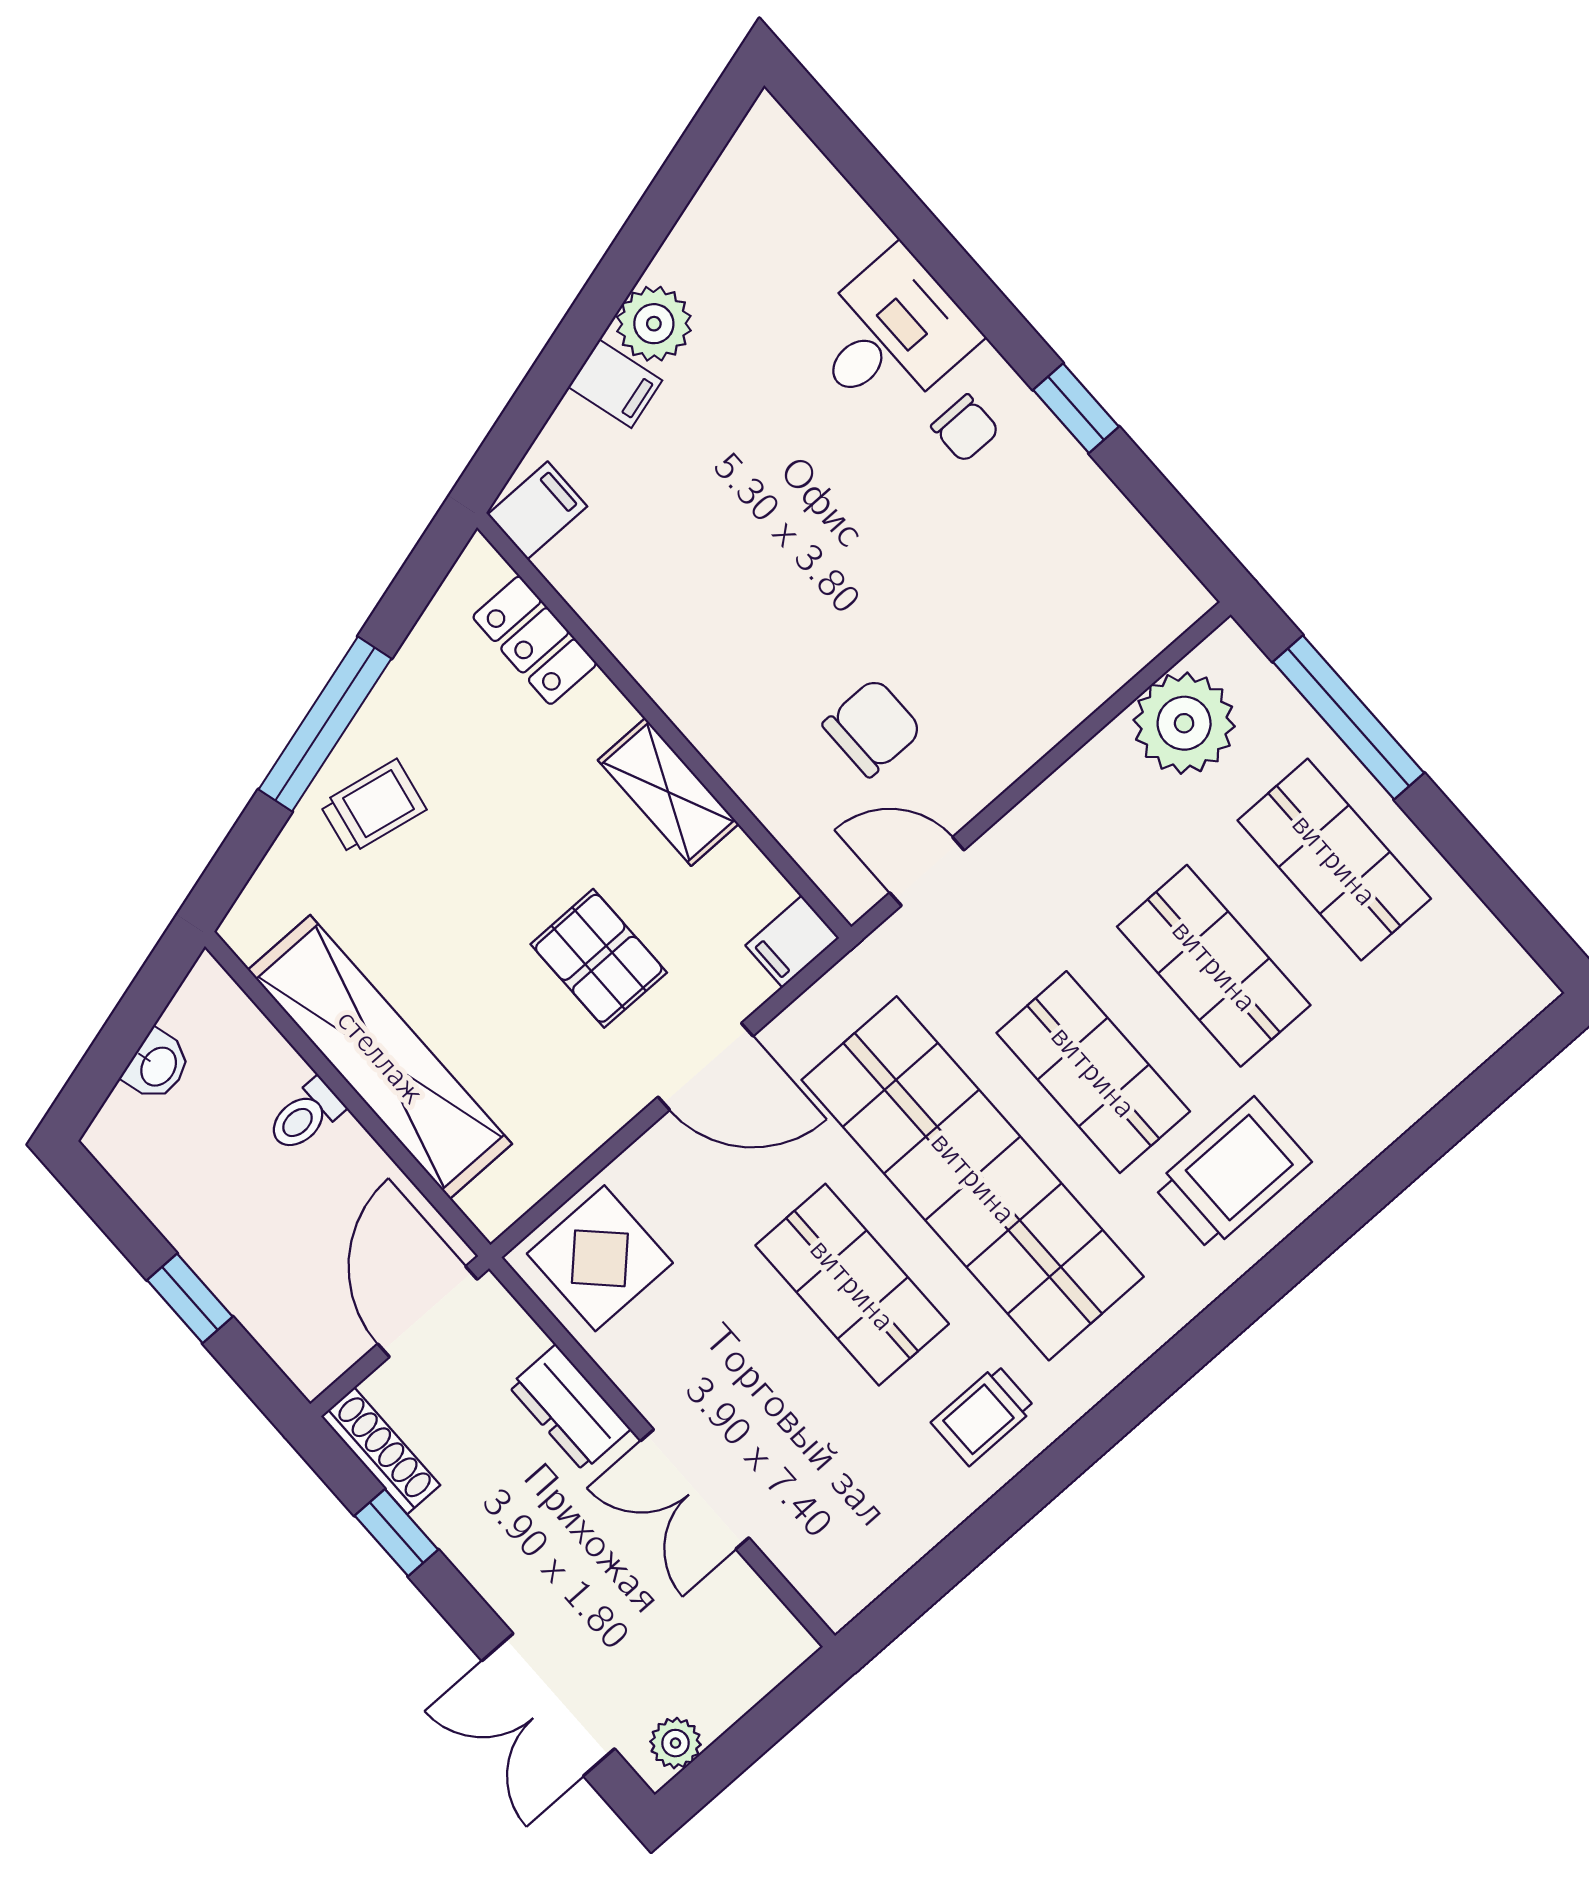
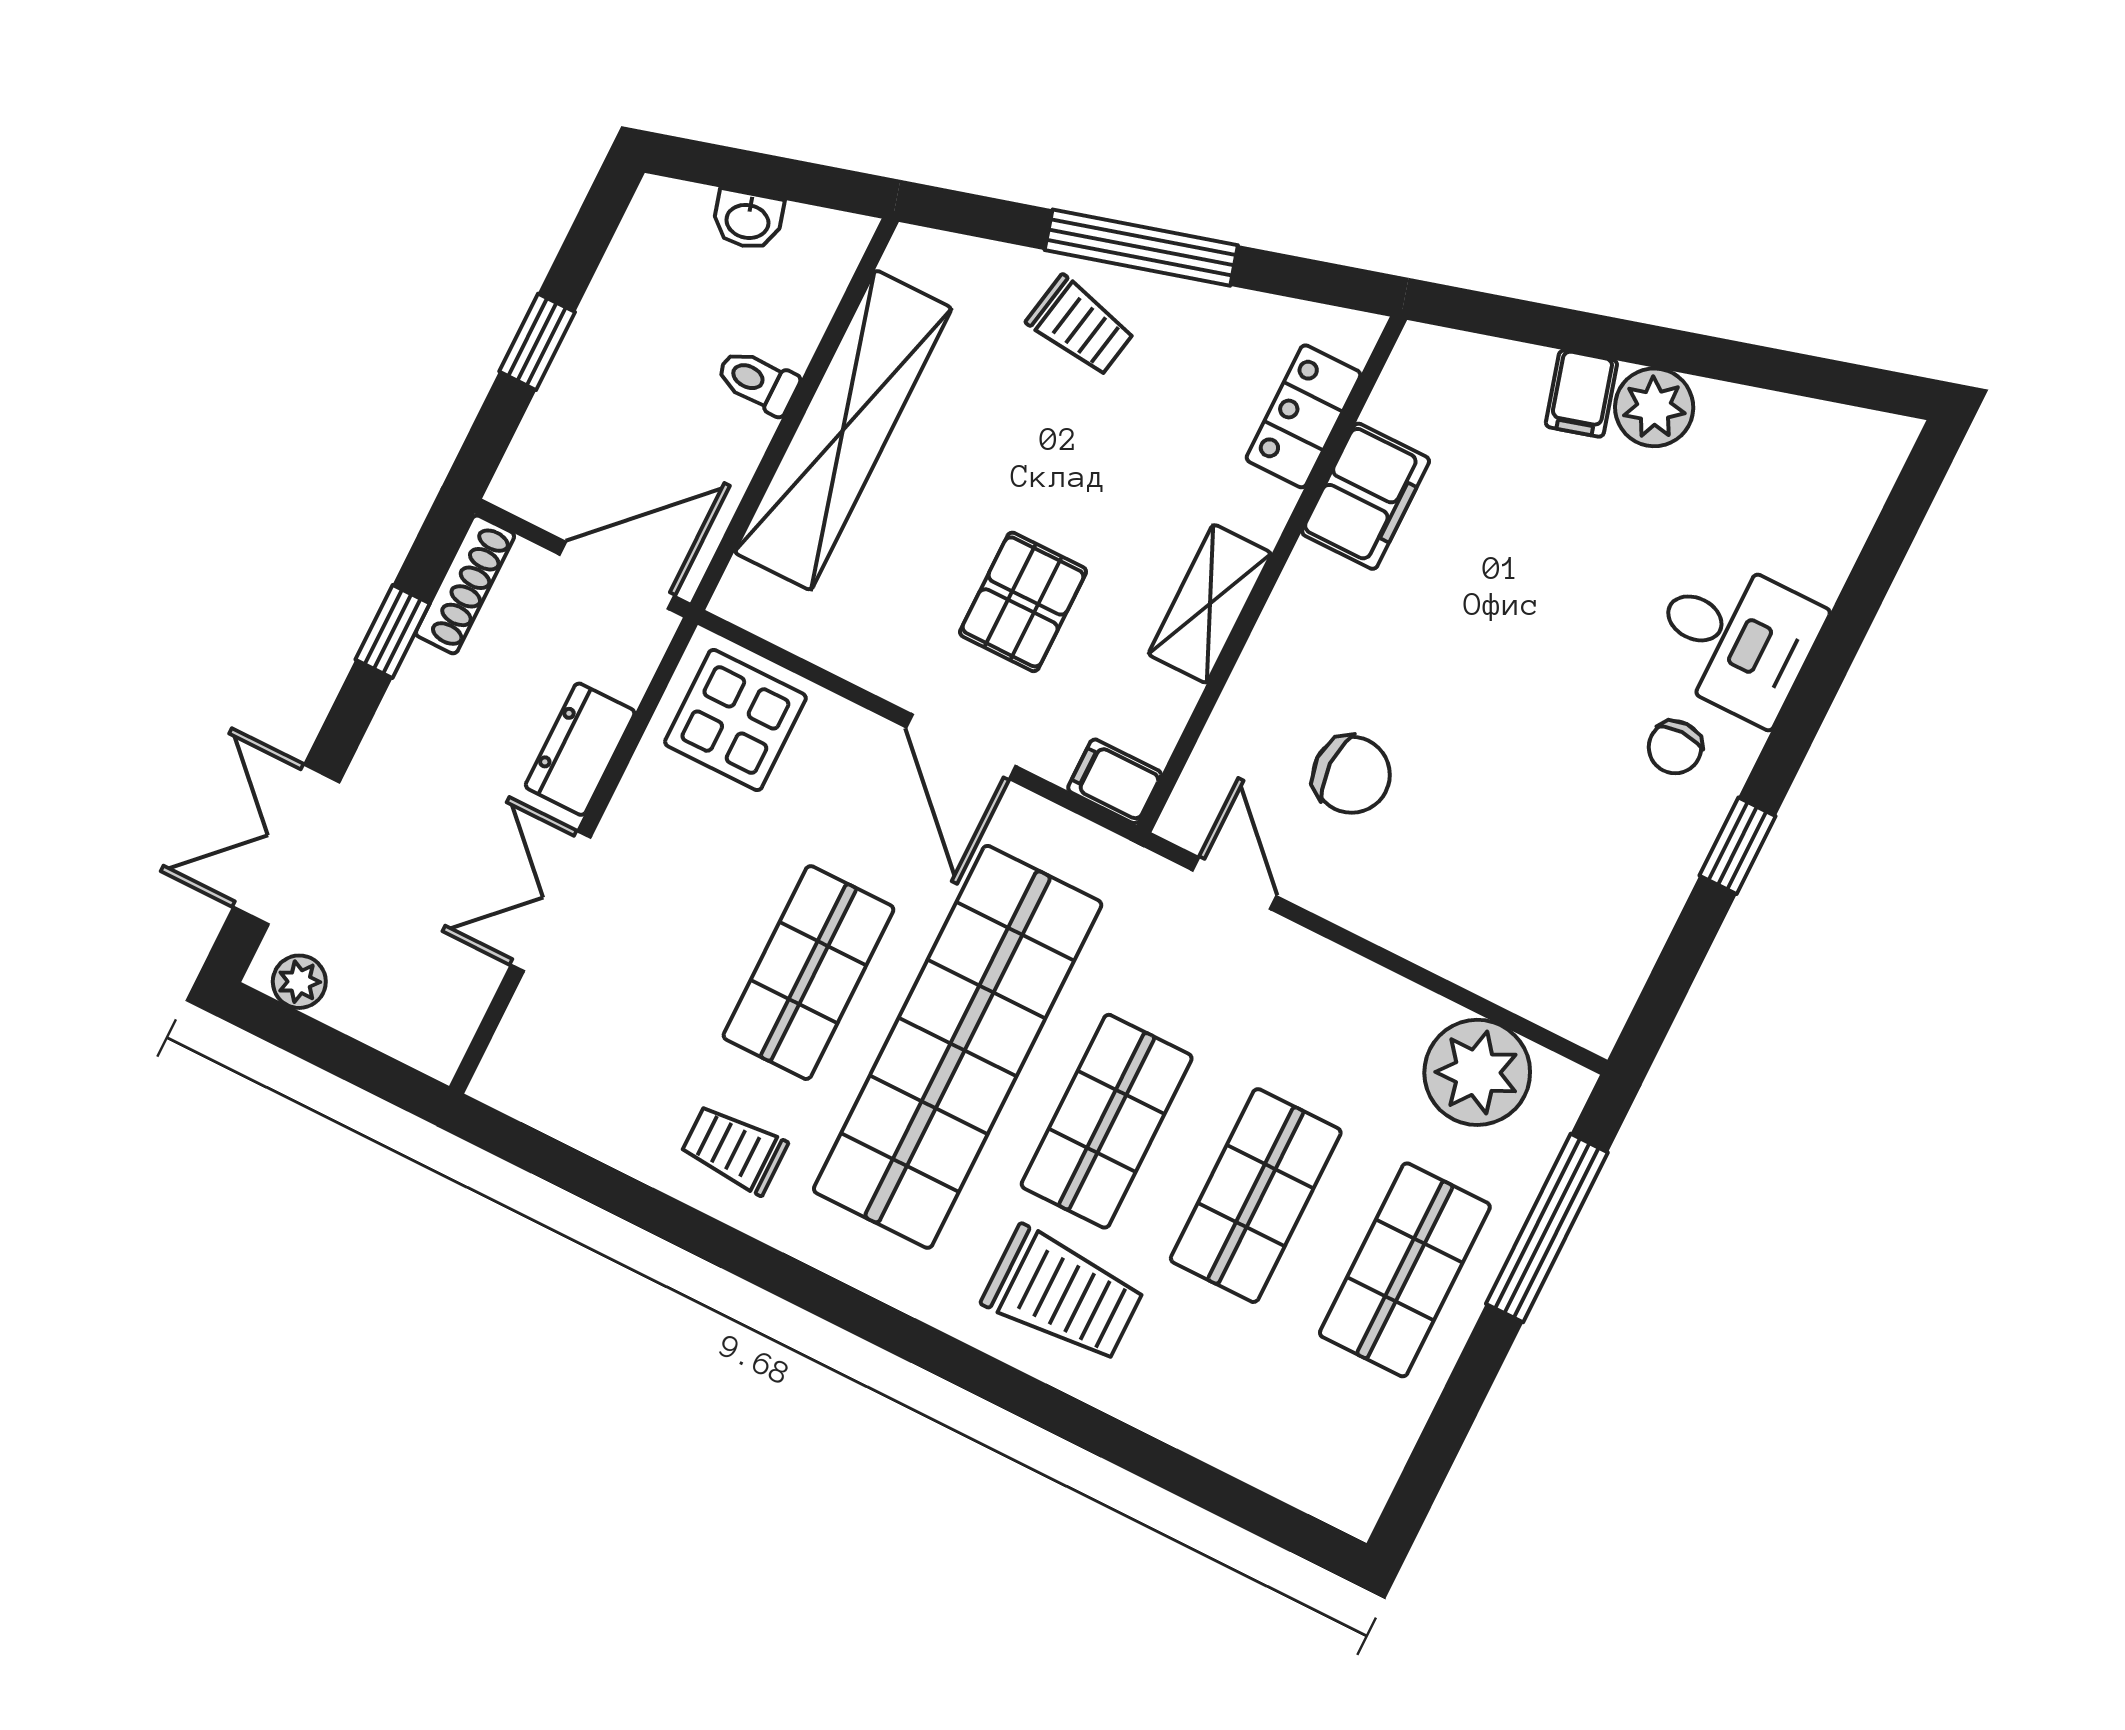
filing cabinet: (537, 510) -> (1366, 496), moved, width x2.00

